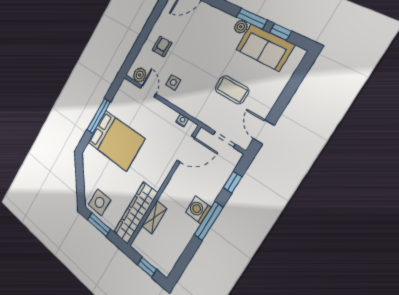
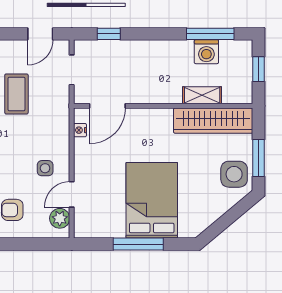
door: (186, 149) -> (107, 106), swing flipped
washing machine: (198, 210) -> (206, 52), moved
window: (208, 221) -> (210, 34), moved

